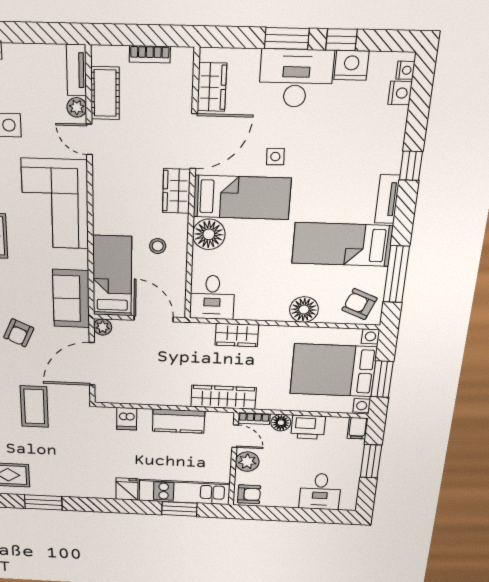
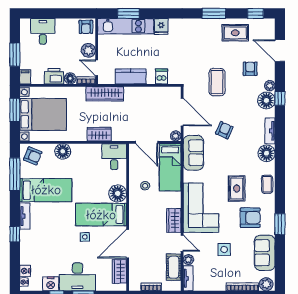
wardrobe: (176, 191) -> (174, 220), moved, turned 180
door: (92, 364) -> (182, 112), hinge flipped
armchair: (249, 494) -> (86, 27), turned -90

